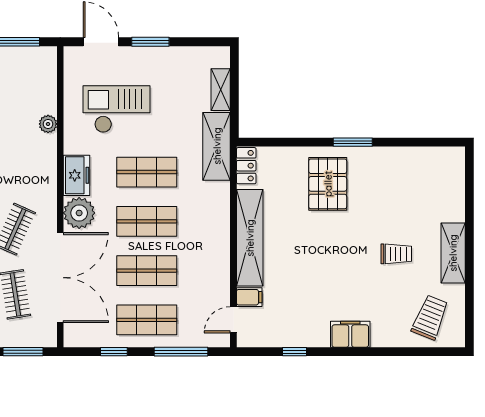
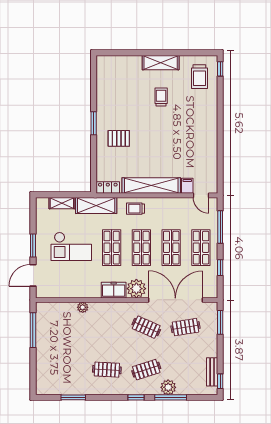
checkout: (116, 109) -> (71, 246), moved, turned -90
pallet: (328, 184) -> (119, 138), width x0.67, depth x0.71
trolley: (211, 212) -> (136, 209), added
trolley: (430, 317) -> (199, 77), turned -112
filing cabinet: (350, 334) -> (210, 125), removed
window: (295, 352) -> (220, 69), moved

